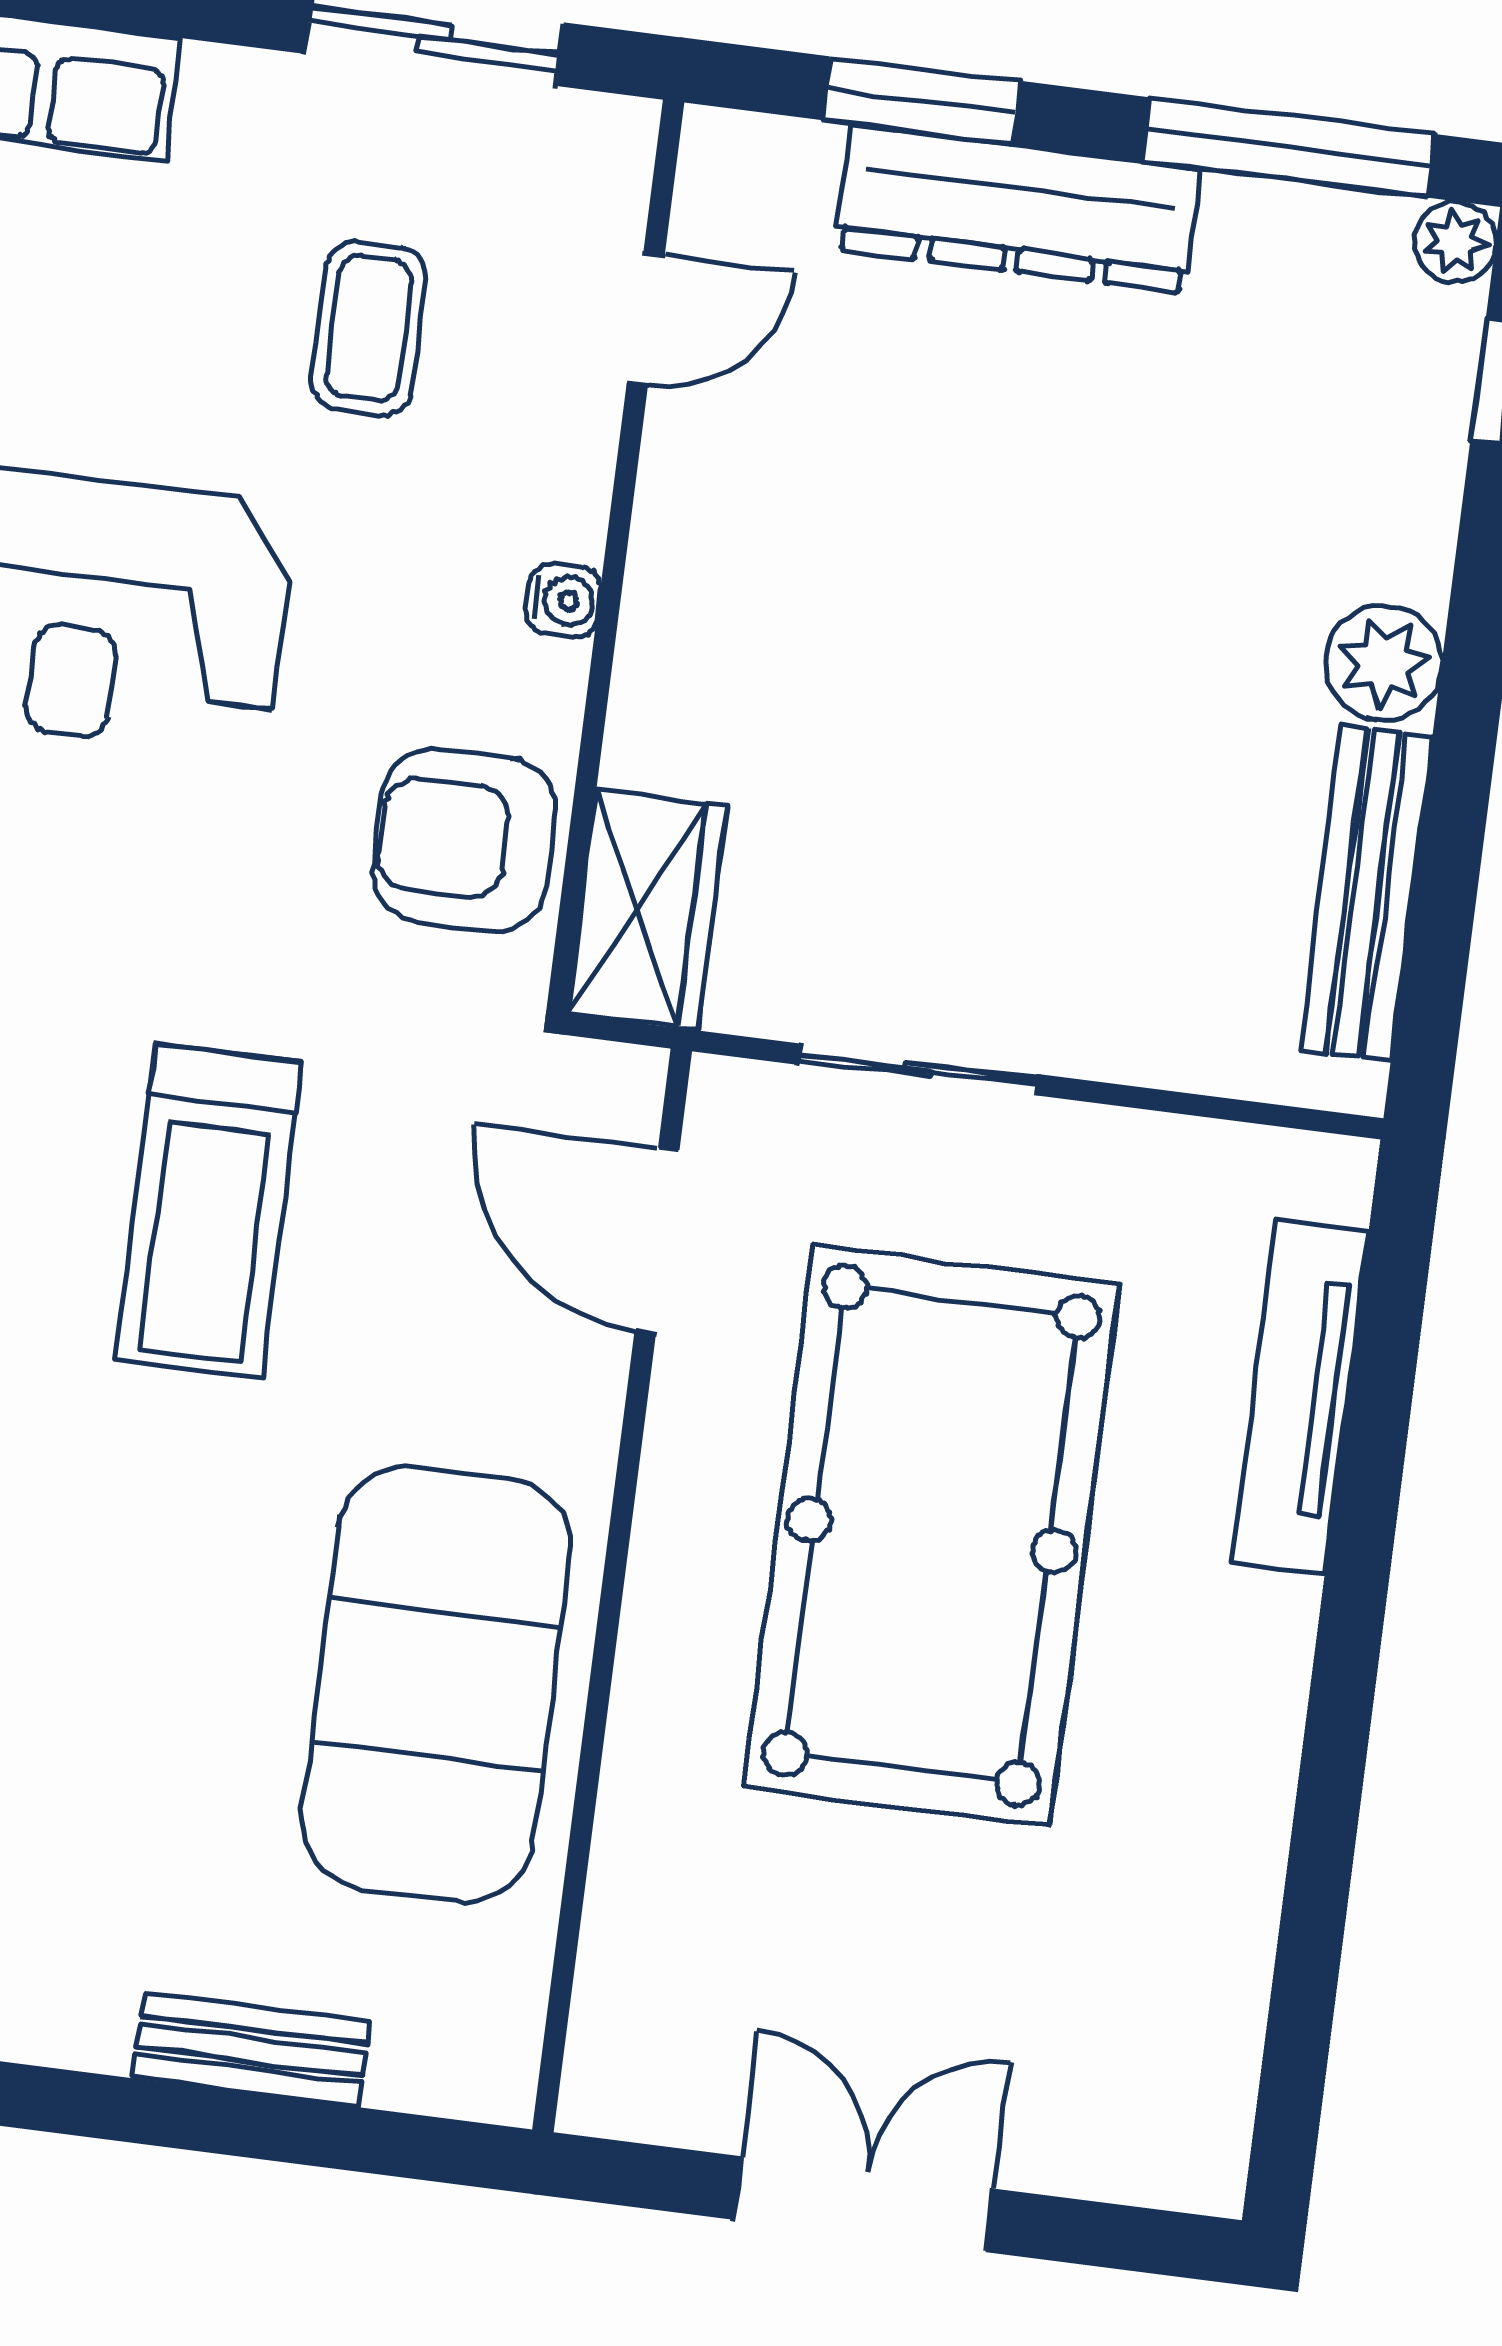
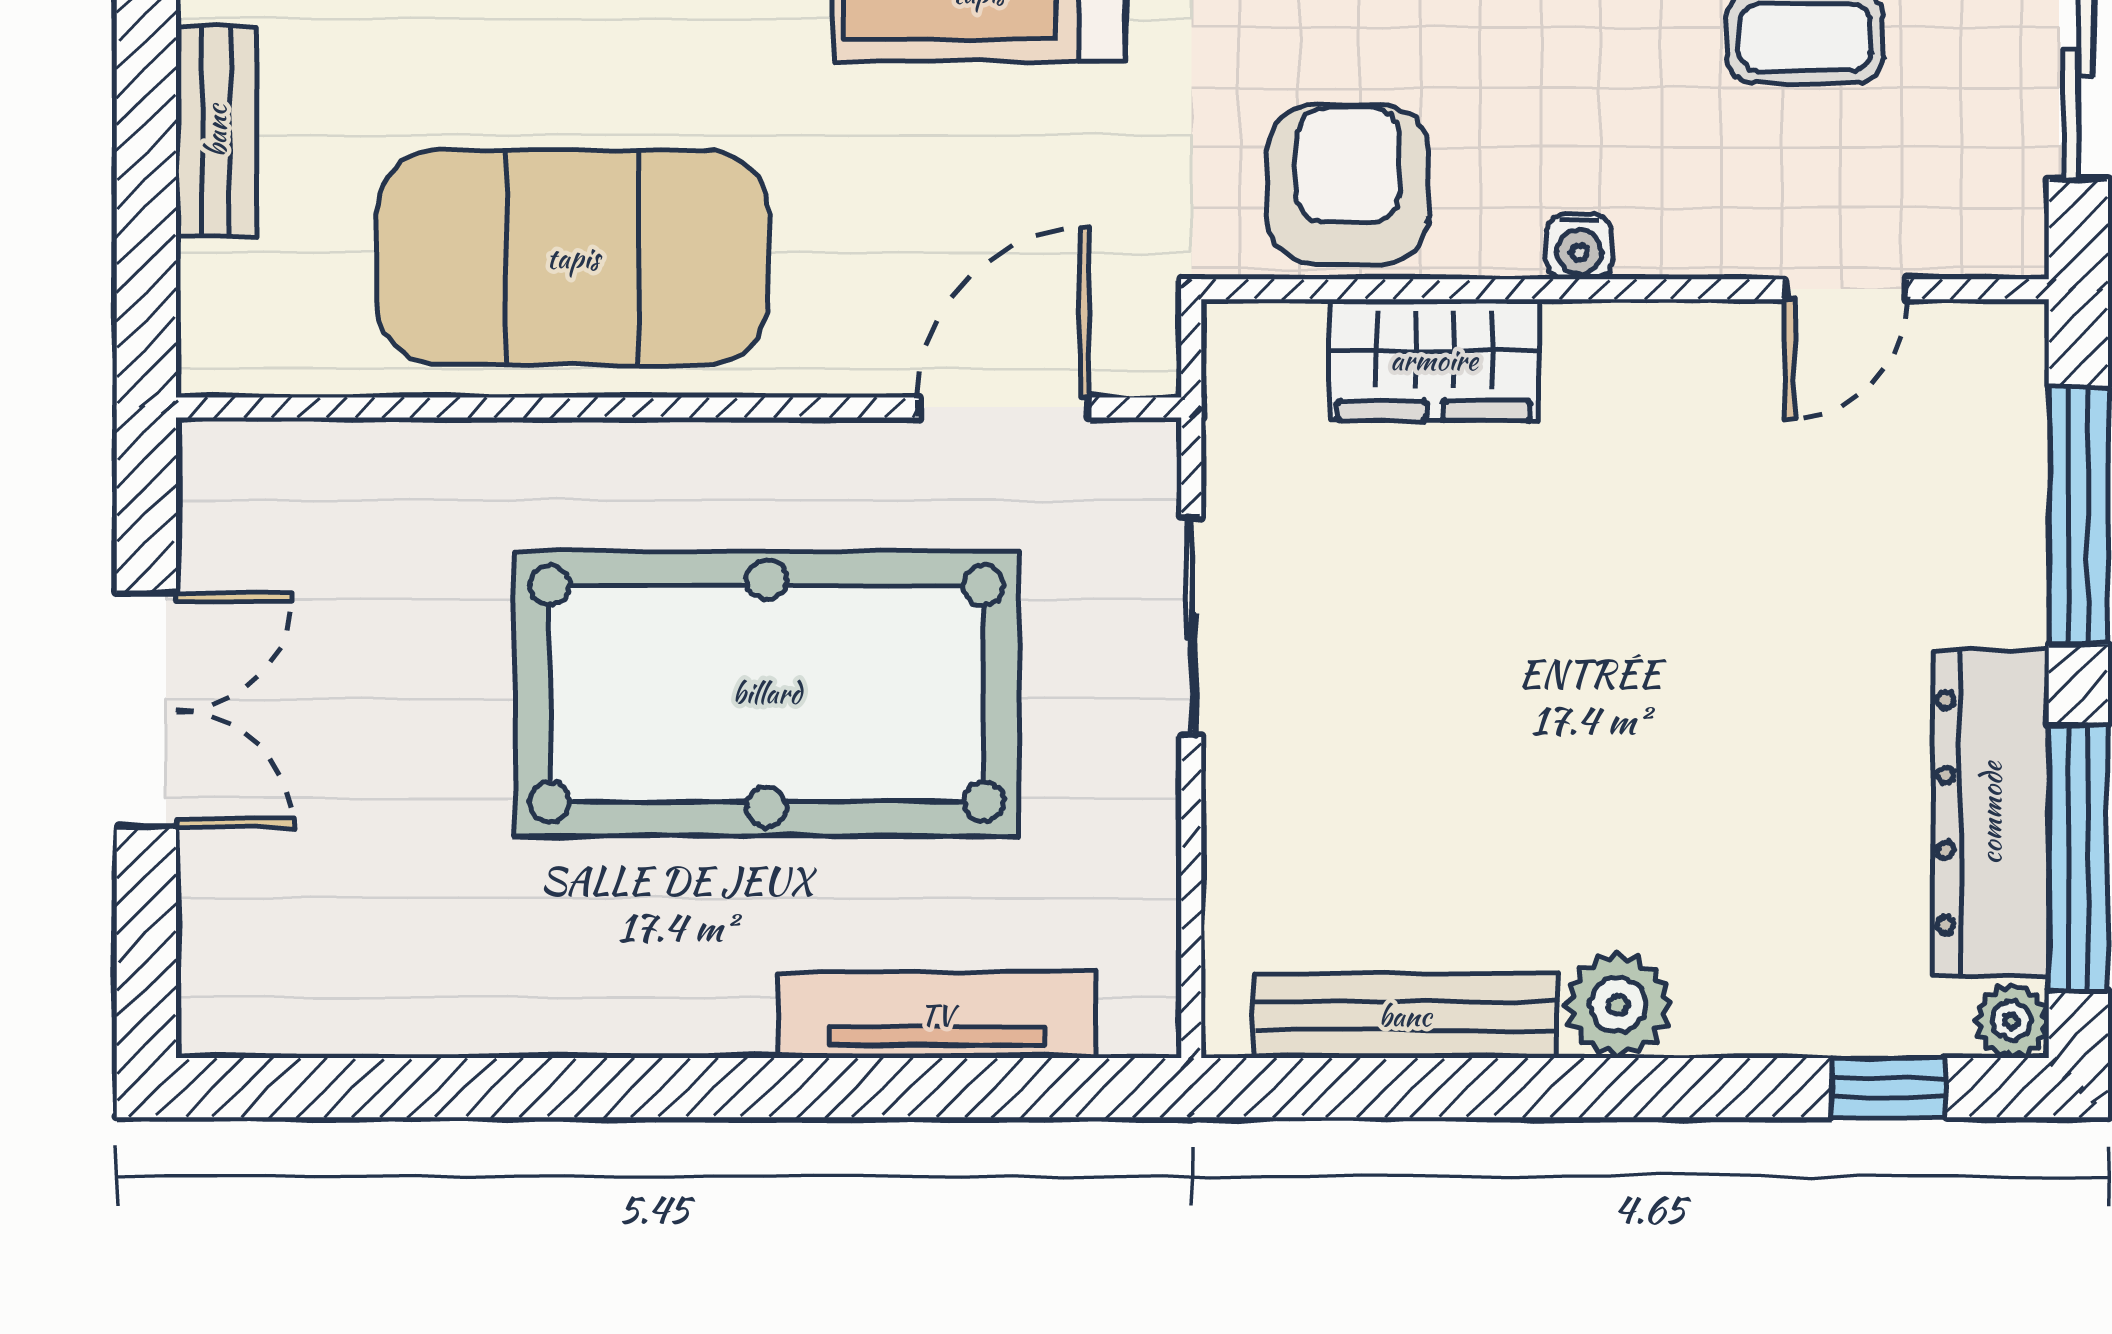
window: (921, 100) -> (2078, 516), width x1.44
dresser: (1017, 209) -> (1991, 813), moved
door: (646, 319) -> (1846, 289), hinge flipped
wardrobe: (647, 910) -> (1434, 360), moved

